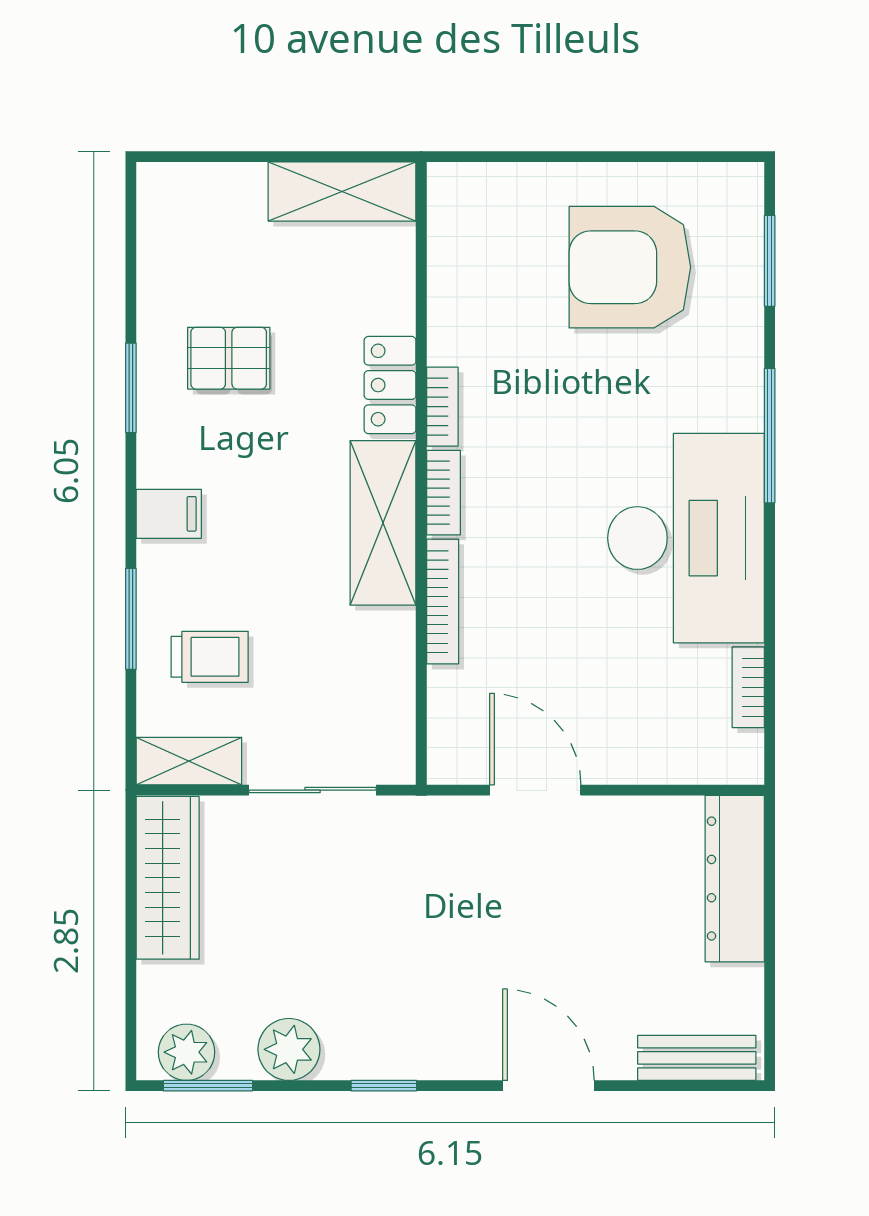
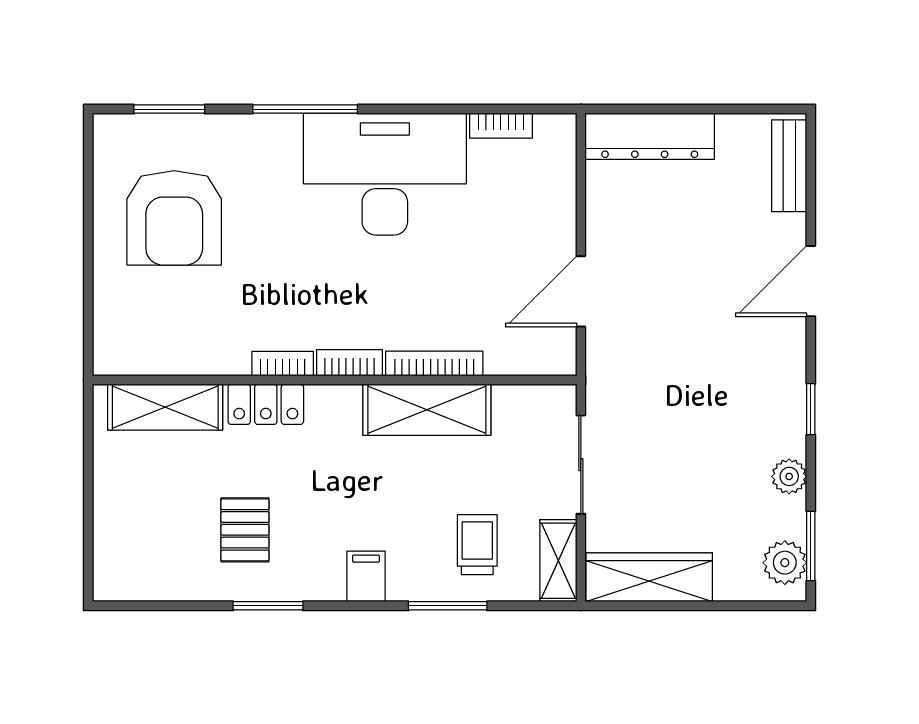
shelving: (342, 191) -> (165, 407), moved, turned 90
shelving: (383, 523) -> (427, 410), moved
plant: (289, 1049) -> (789, 476), width x0.73, depth x0.73

